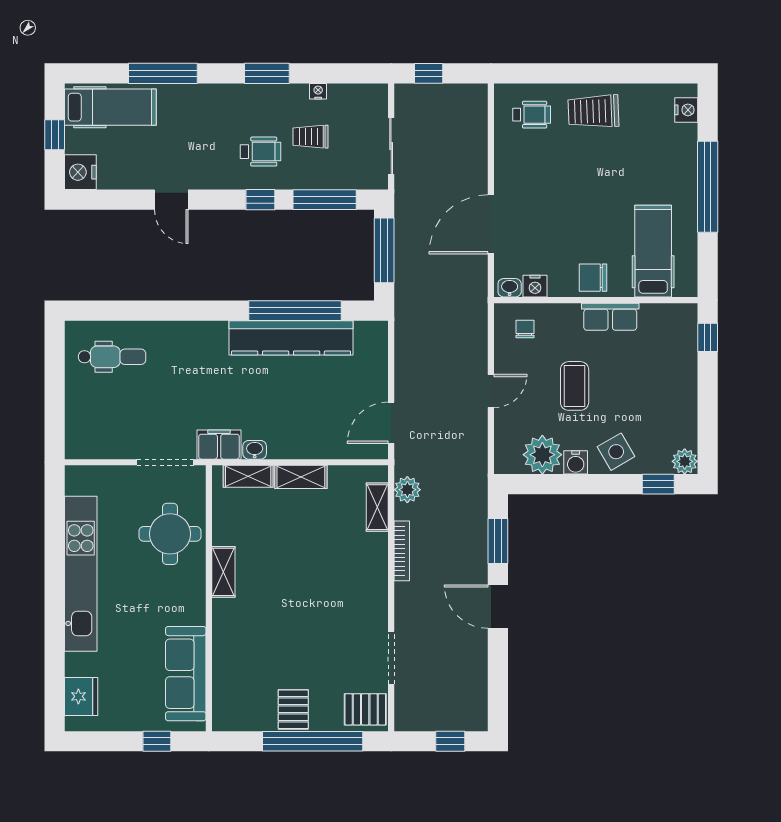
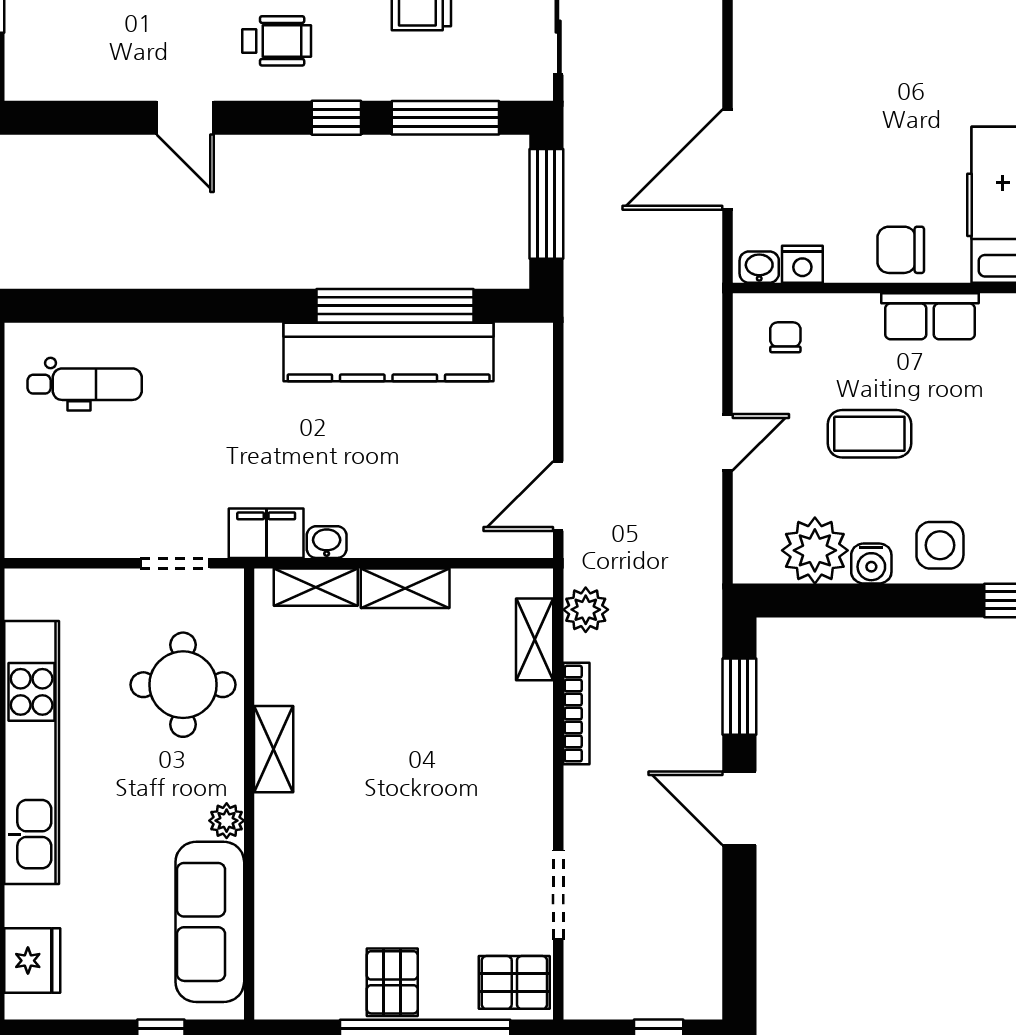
wheelchair: (261, 152) -> (277, 41), moved
nightstand: (80, 172) -> (31, 71), removed
coffee table: (575, 386) -> (869, 434), turned 90
side table: (616, 452) -> (940, 545), turned 30
doorway: (165, 462) -> (175, 563), width x0.73
plant: (196, 614) -> (227, 821), added

